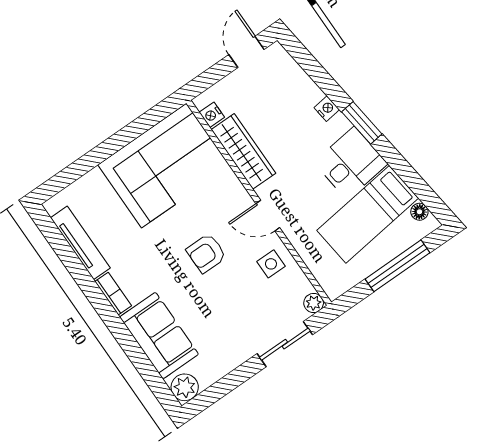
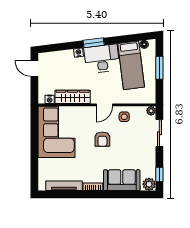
desk: (351, 163) -> (102, 59), width x1.37
window: (397, 266) -> (159, 68), width x0.69
window: (214, 393) -> (159, 174), added

